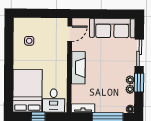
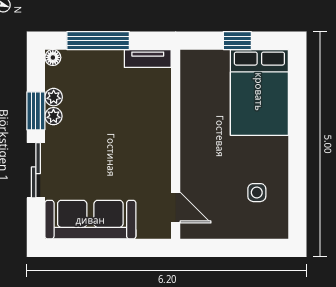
door: (70, 34) -> (176, 208), swing flipped
fireplace: (78, 68) -> (158, 139), removed
desk: (54, 101) -> (207, 73), removed

